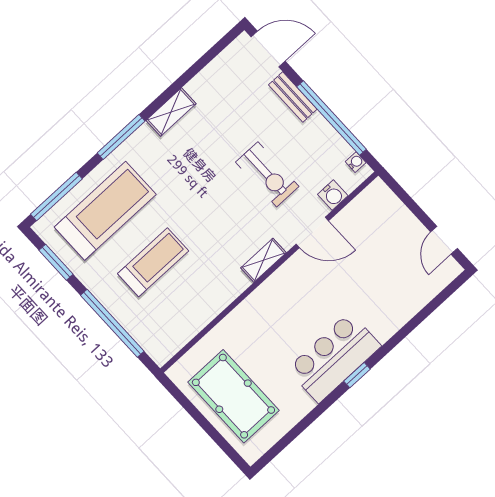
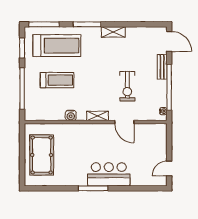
water cooler: (333, 195) -> (71, 115), moved
bar counter: (334, 357) -> (109, 174), moved
window: (357, 375) -> (93, 188), width x2.17

